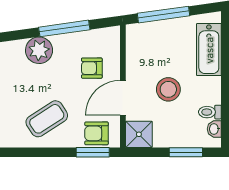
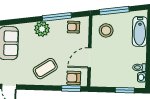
armchair: (92, 68) -> (73, 27), moved
stool: (168, 89) -> (106, 30), moved
shower: (139, 134) -> (98, 79), removed

